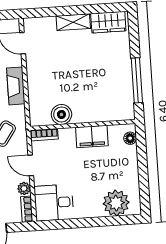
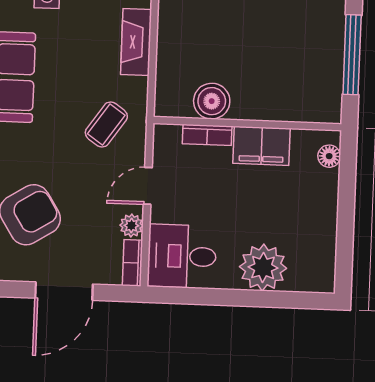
bookcase: (44, 135) -> (207, 135), moved
door: (31, 165) -> (148, 186), hinge flipped
plant: (116, 203) -> (263, 267), moved

